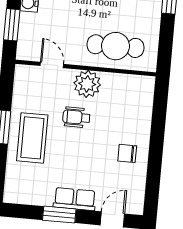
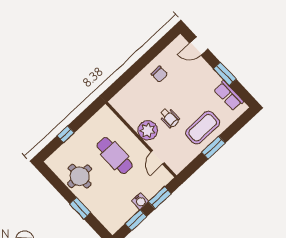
cafe table: (115, 46) -> (115, 156), moved
row of seats: (75, 199) -> (229, 96), moved

